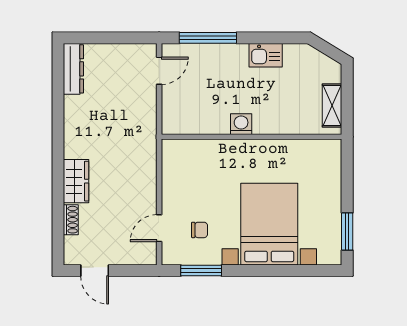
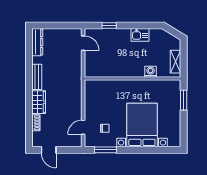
window: (208, 38) -> (109, 26), width x0.46
door: (159, 71) -> (83, 43), hinge flipped
washing machine: (241, 124) -> (150, 72), moved
bench: (73, 134) -> (37, 77), added
window: (347, 232) -> (184, 100), moved

